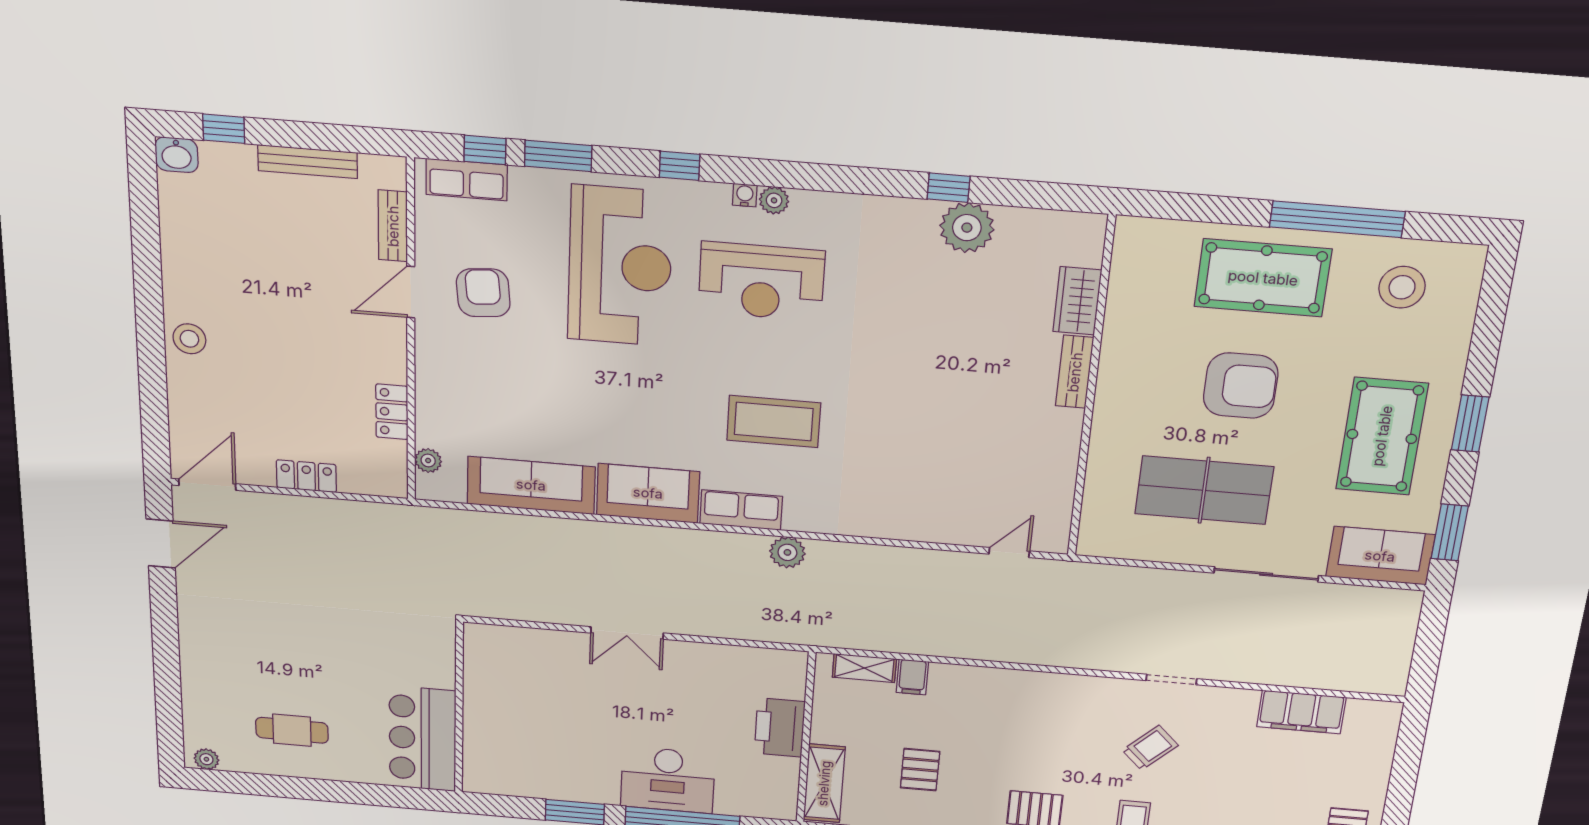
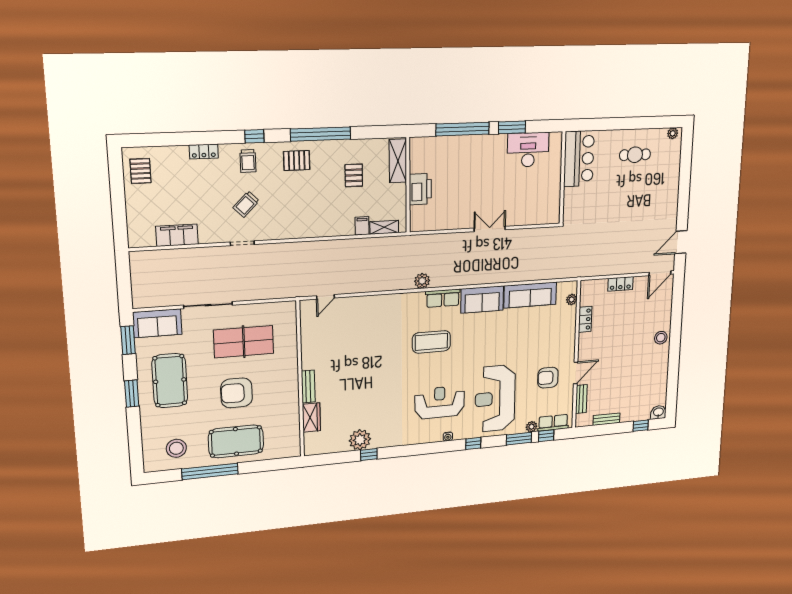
bench: (308, 162) -> (606, 419), width x0.73
plant: (774, 200) -> (531, 427), moved
armchair: (483, 293) -> (548, 378), turned 95
desk: (668, 780) -> (528, 150), moved

